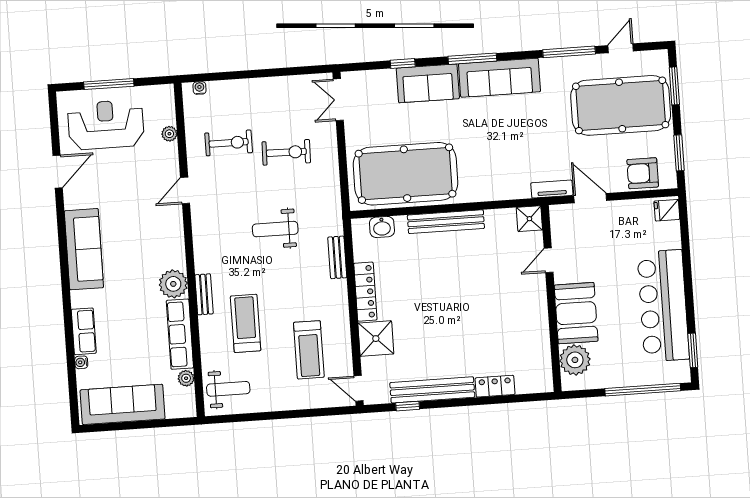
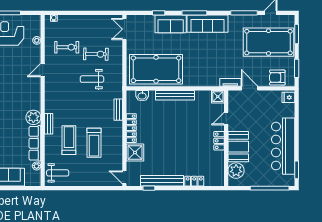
weight bench: (275, 229) -> (92, 79), moved
locker: (538, 304) -> (219, 141), added
treadmill: (309, 350) -> (94, 143), moved

